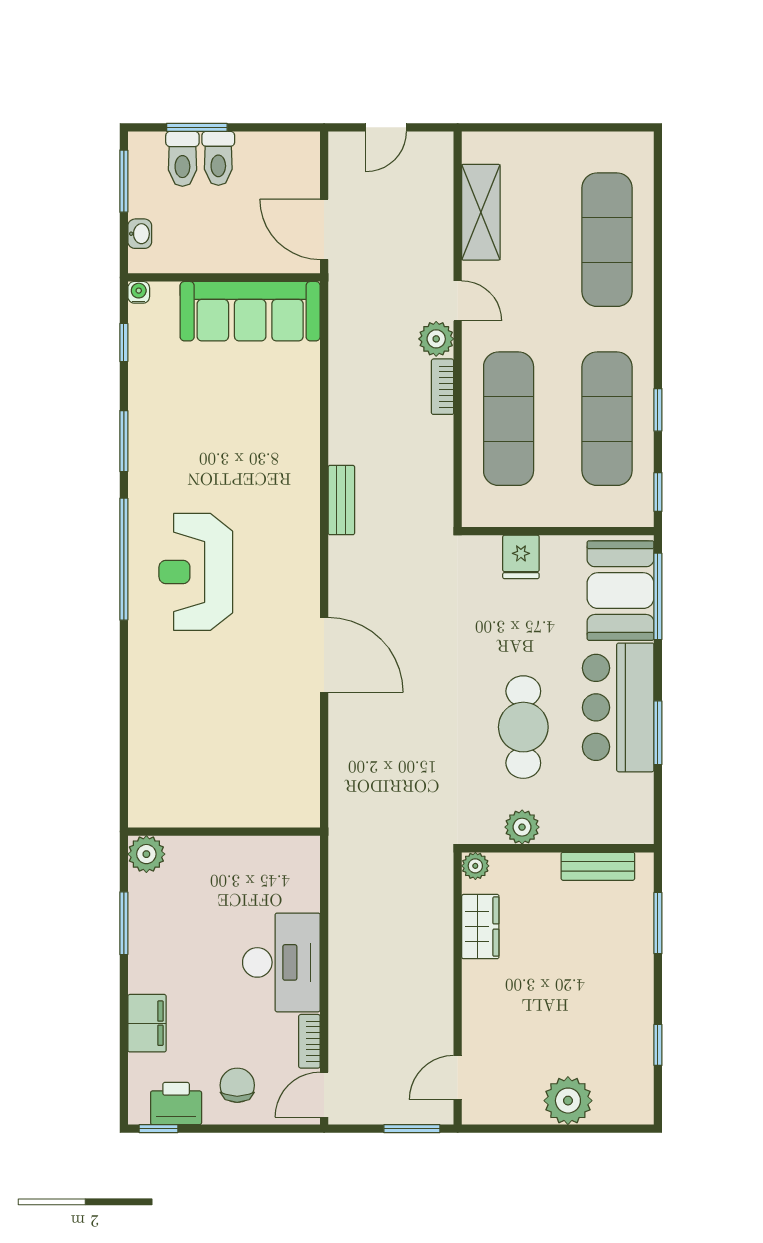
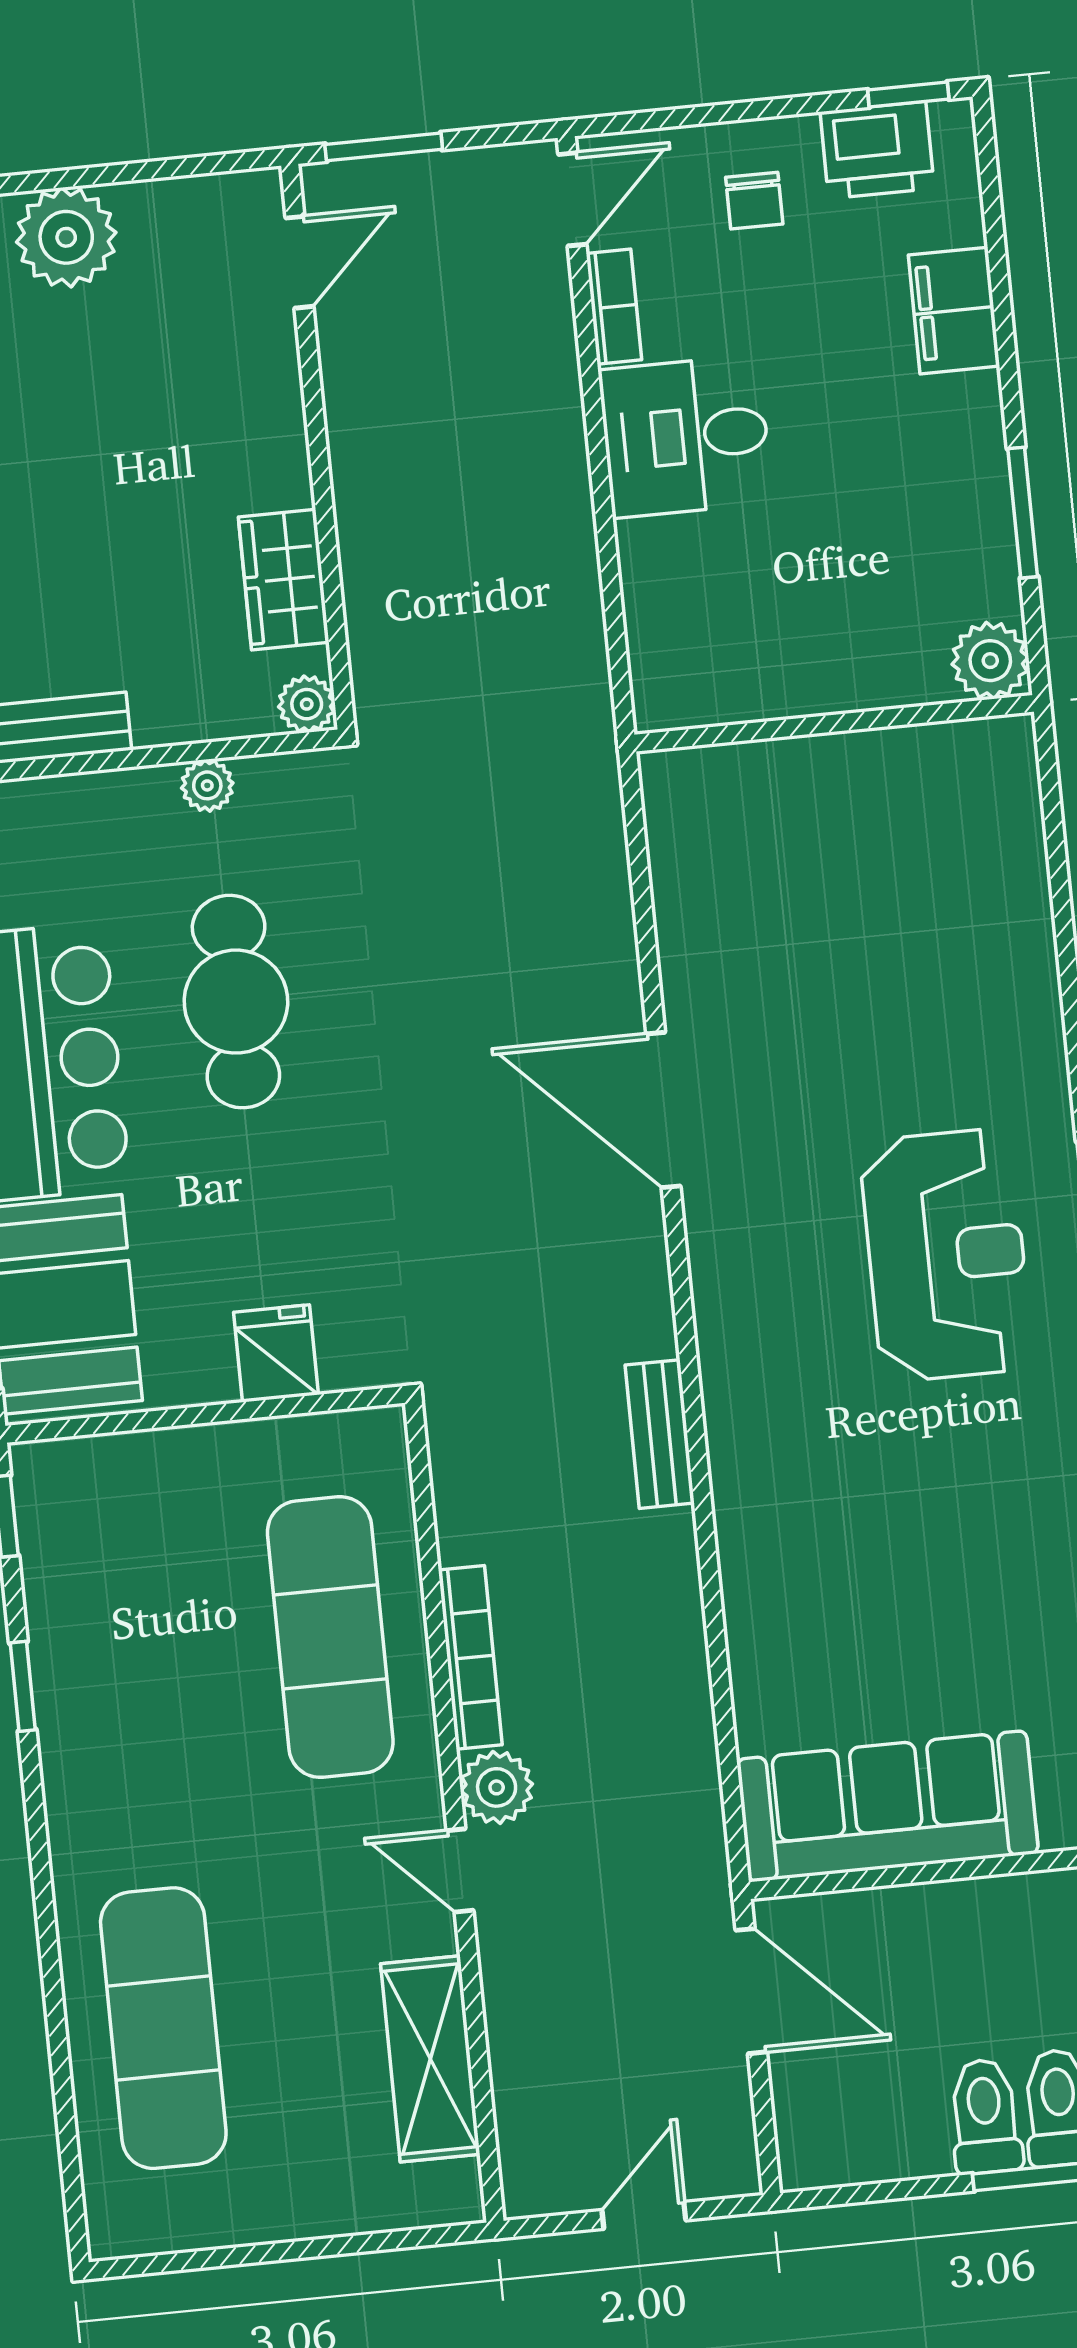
bookcase: (443, 387) -> (470, 1657), width x1.56
exercise mat: (607, 419) -> (126, 1657), removed
plant: (522, 827) -> (207, 785), width x0.73, depth x0.73
desk: (281, 962) -> (686, 436), width x0.73
chair: (237, 1085) -> (754, 201), width x0.73, depth x0.73

